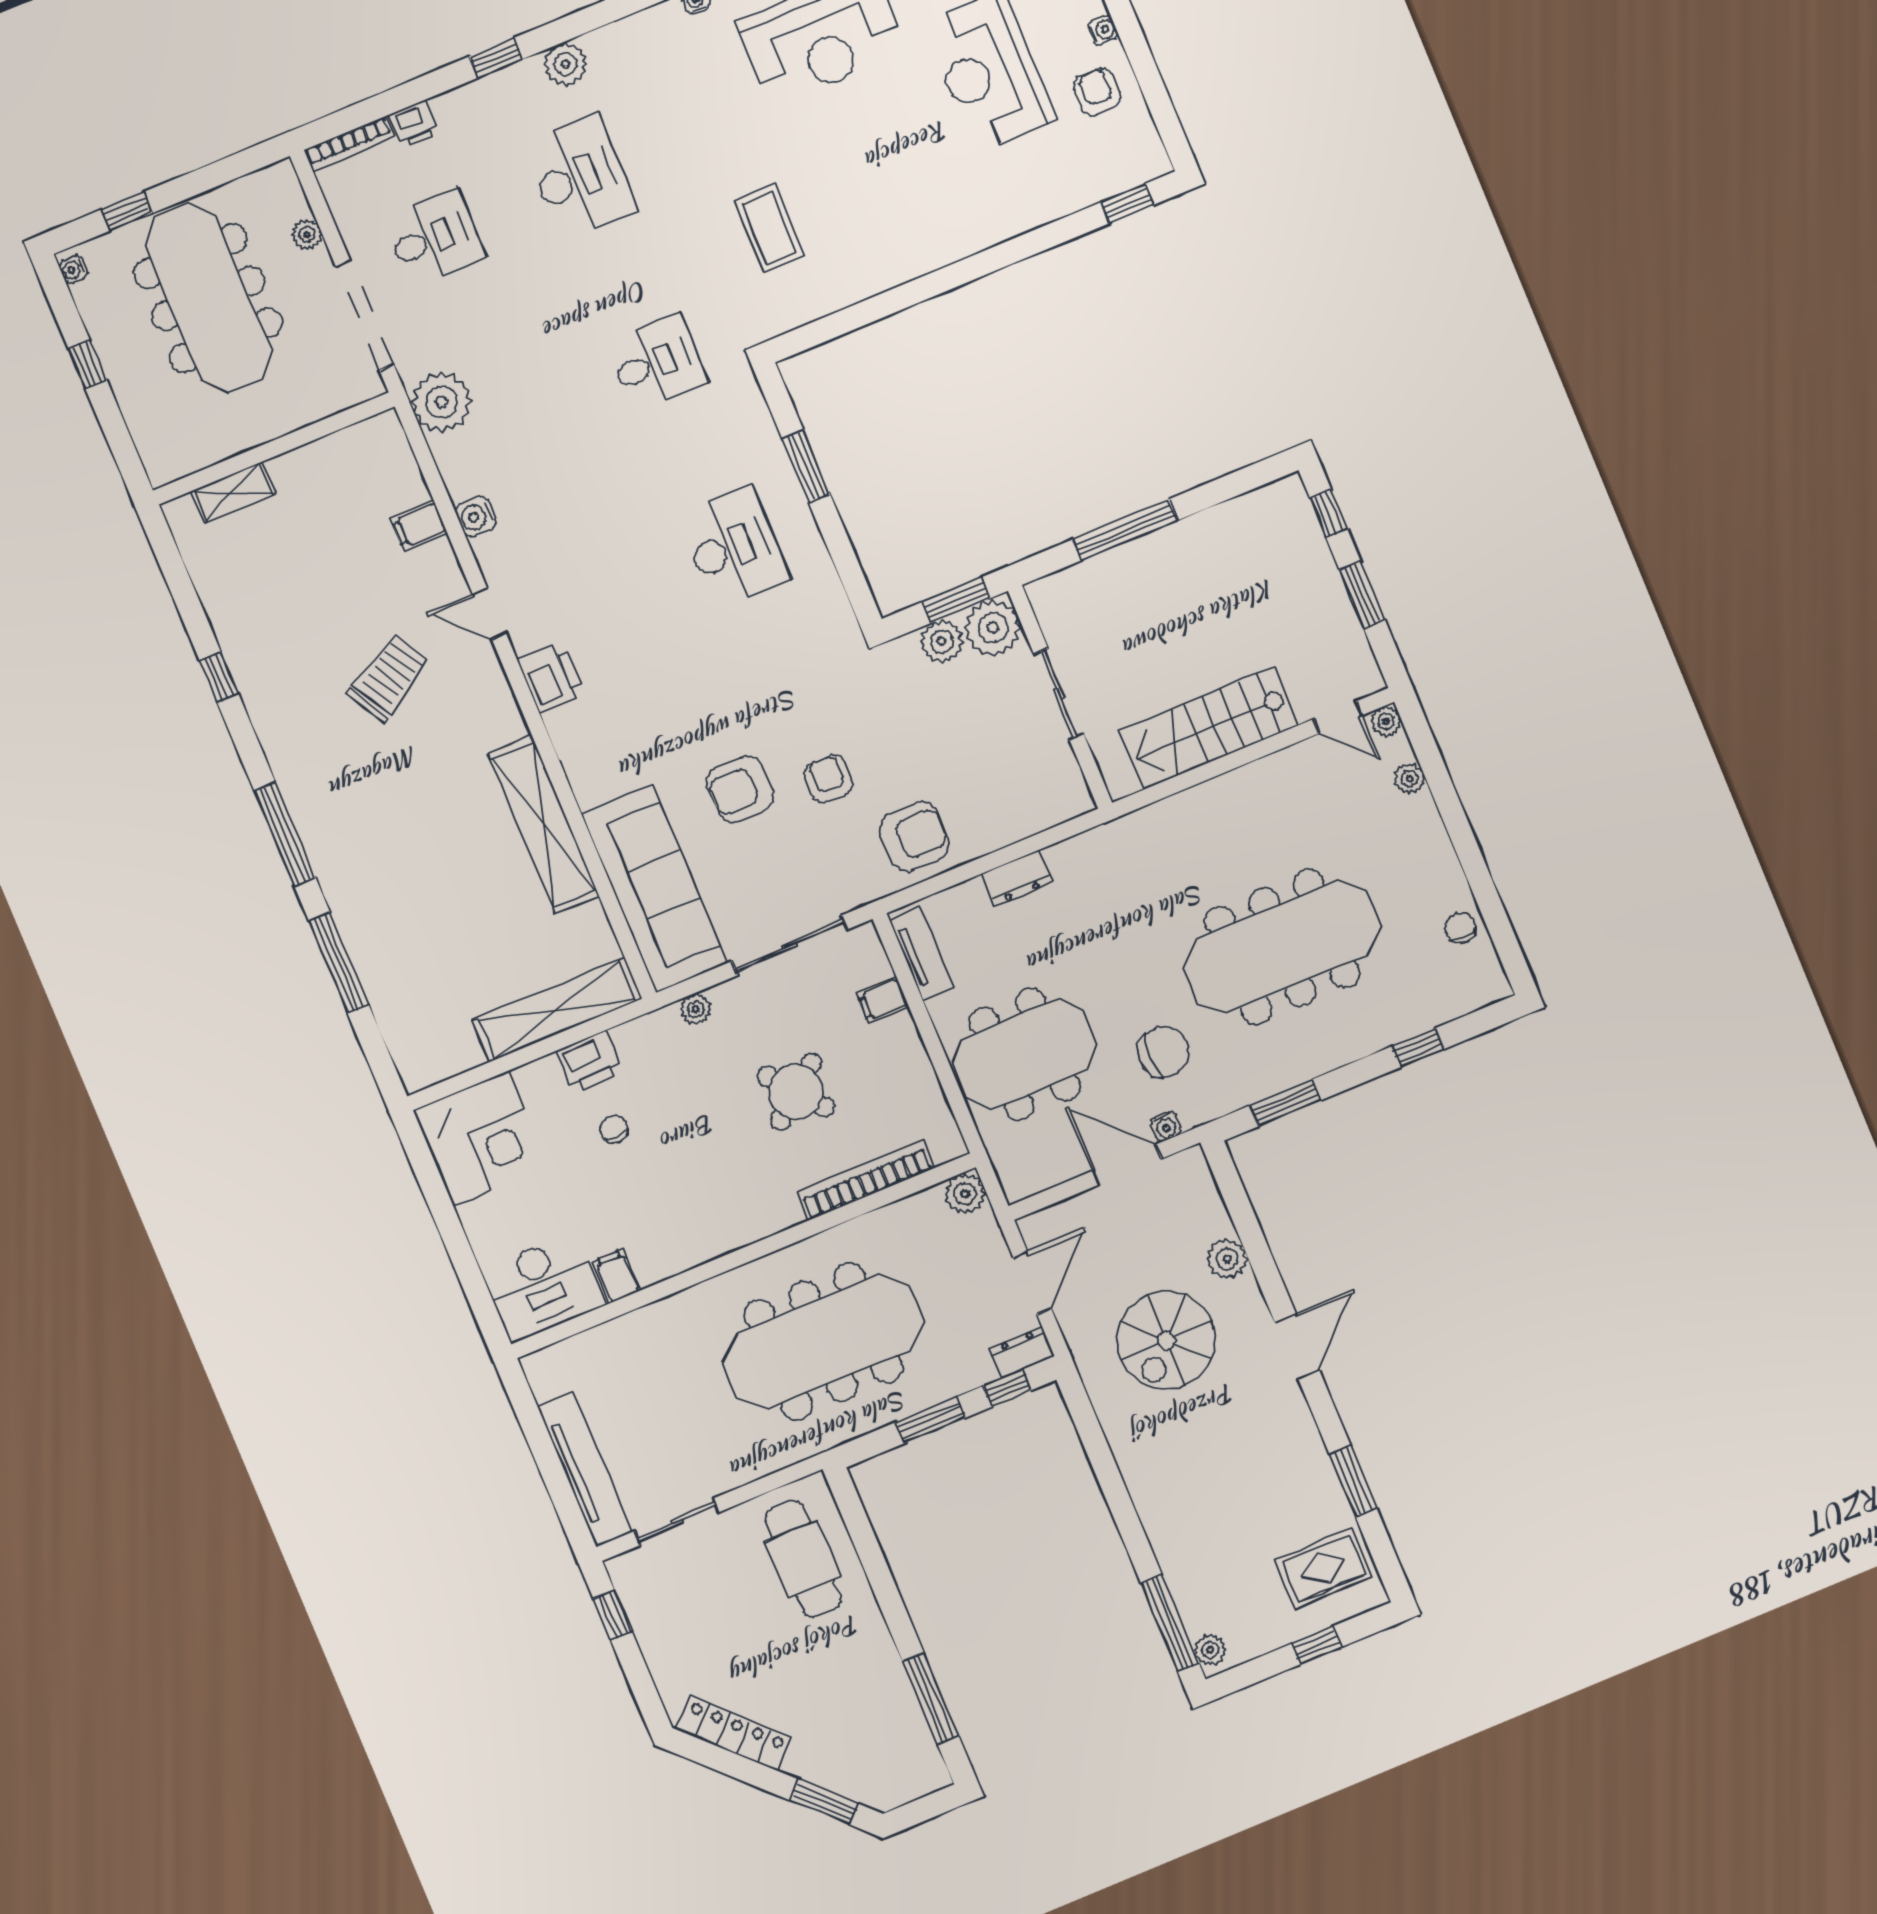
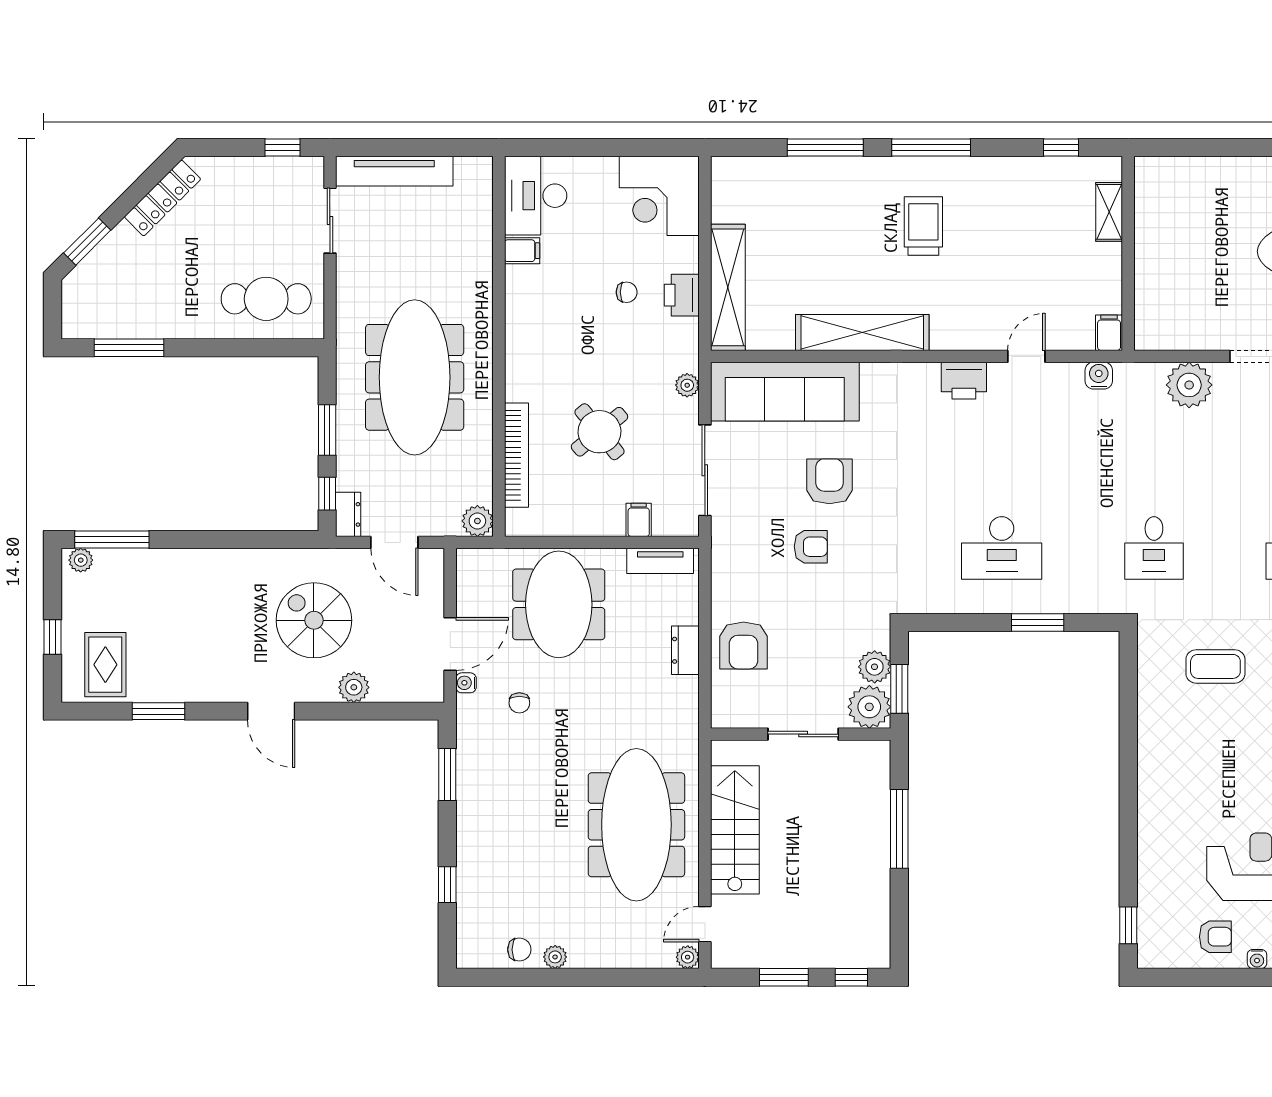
wall: (274, 449) -> (1128, 253), moved
shelving: (233, 493) -> (1109, 212), moved
trolley: (388, 678) -> (923, 226), moved, turned -150
plant: (1409, 779) -> (555, 957), moved
armchair: (914, 836) -> (744, 646), moved
meeting table: (1282, 947) -> (636, 825), moved
chair: (1163, 1052) -> (519, 703), width x0.54, depth x0.54

